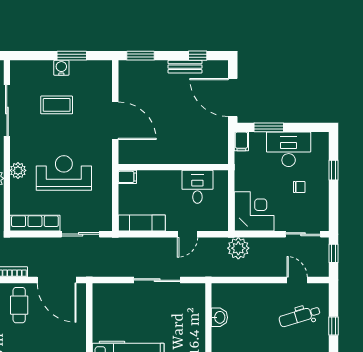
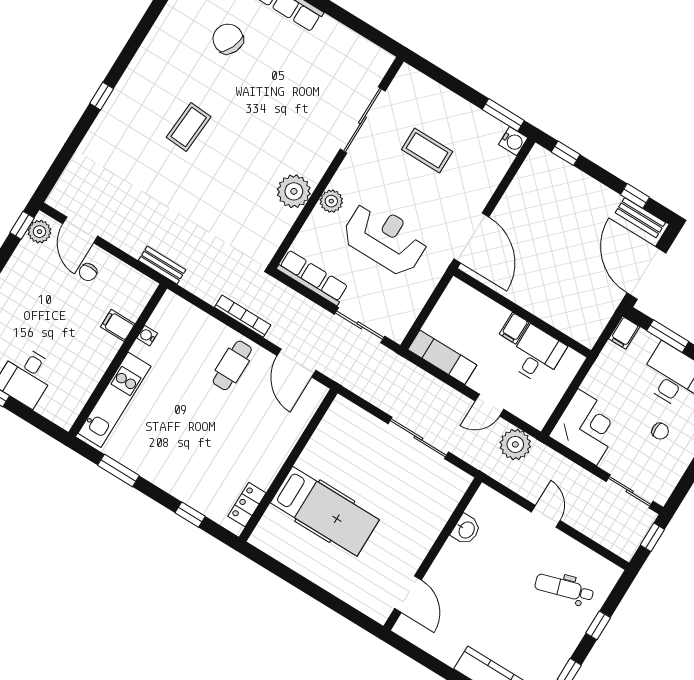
window: (72, 56) -> (503, 115), moved
window: (140, 56) -> (566, 153), width x0.67
bench: (185, 67) -> (640, 218), moved
water cooler: (61, 68) -> (513, 141), moved, turned 90
door: (115, 121) -> (471, 238), moved
filing cabinet: (127, 177) -> (514, 328), moved, turned 90
plant: (238, 248) -> (515, 444), moved
door: (57, 280) -> (296, 363), width x0.73
door: (297, 280) -> (546, 516), moved

